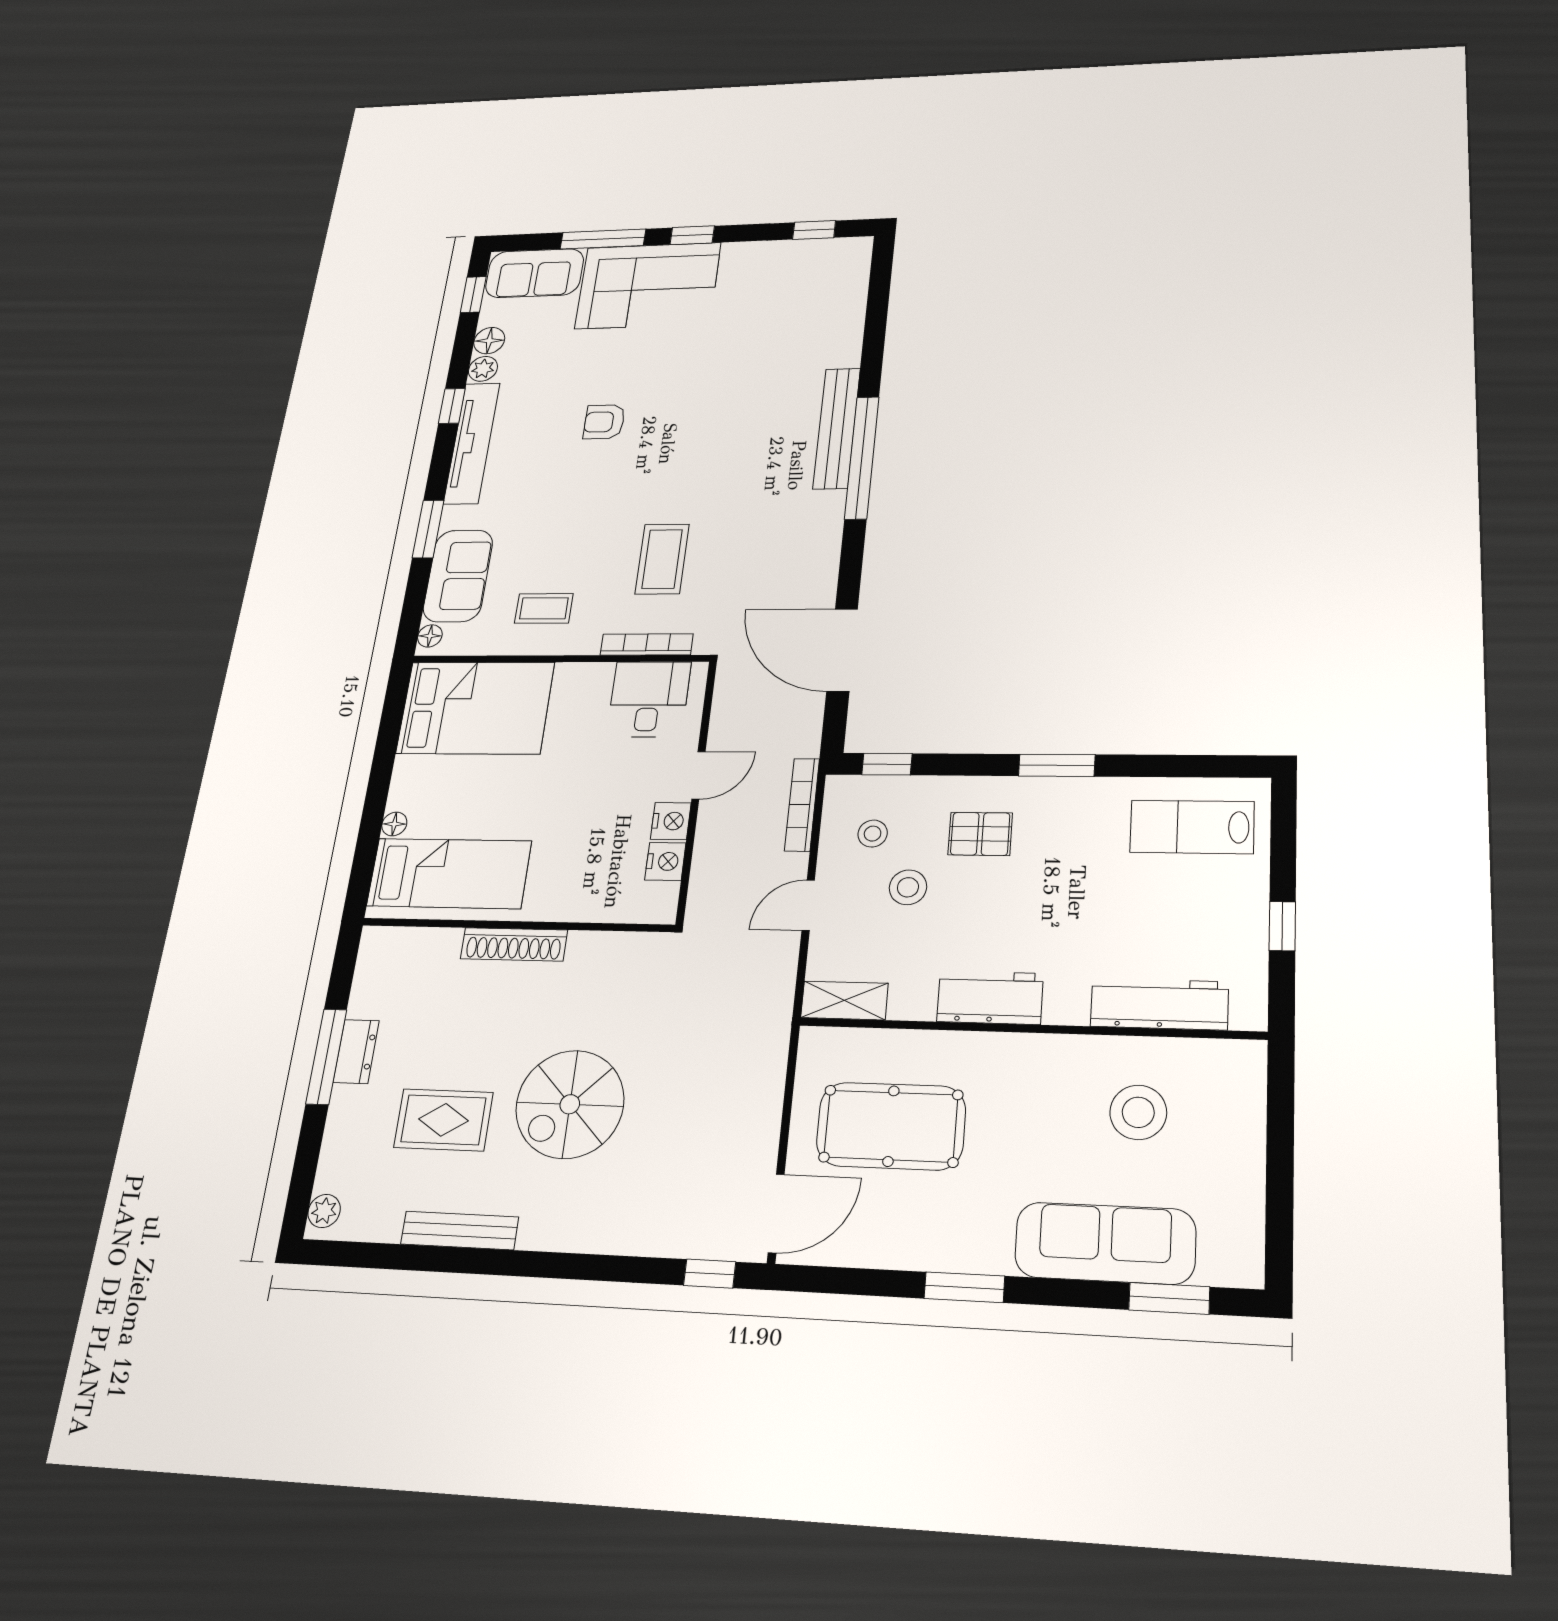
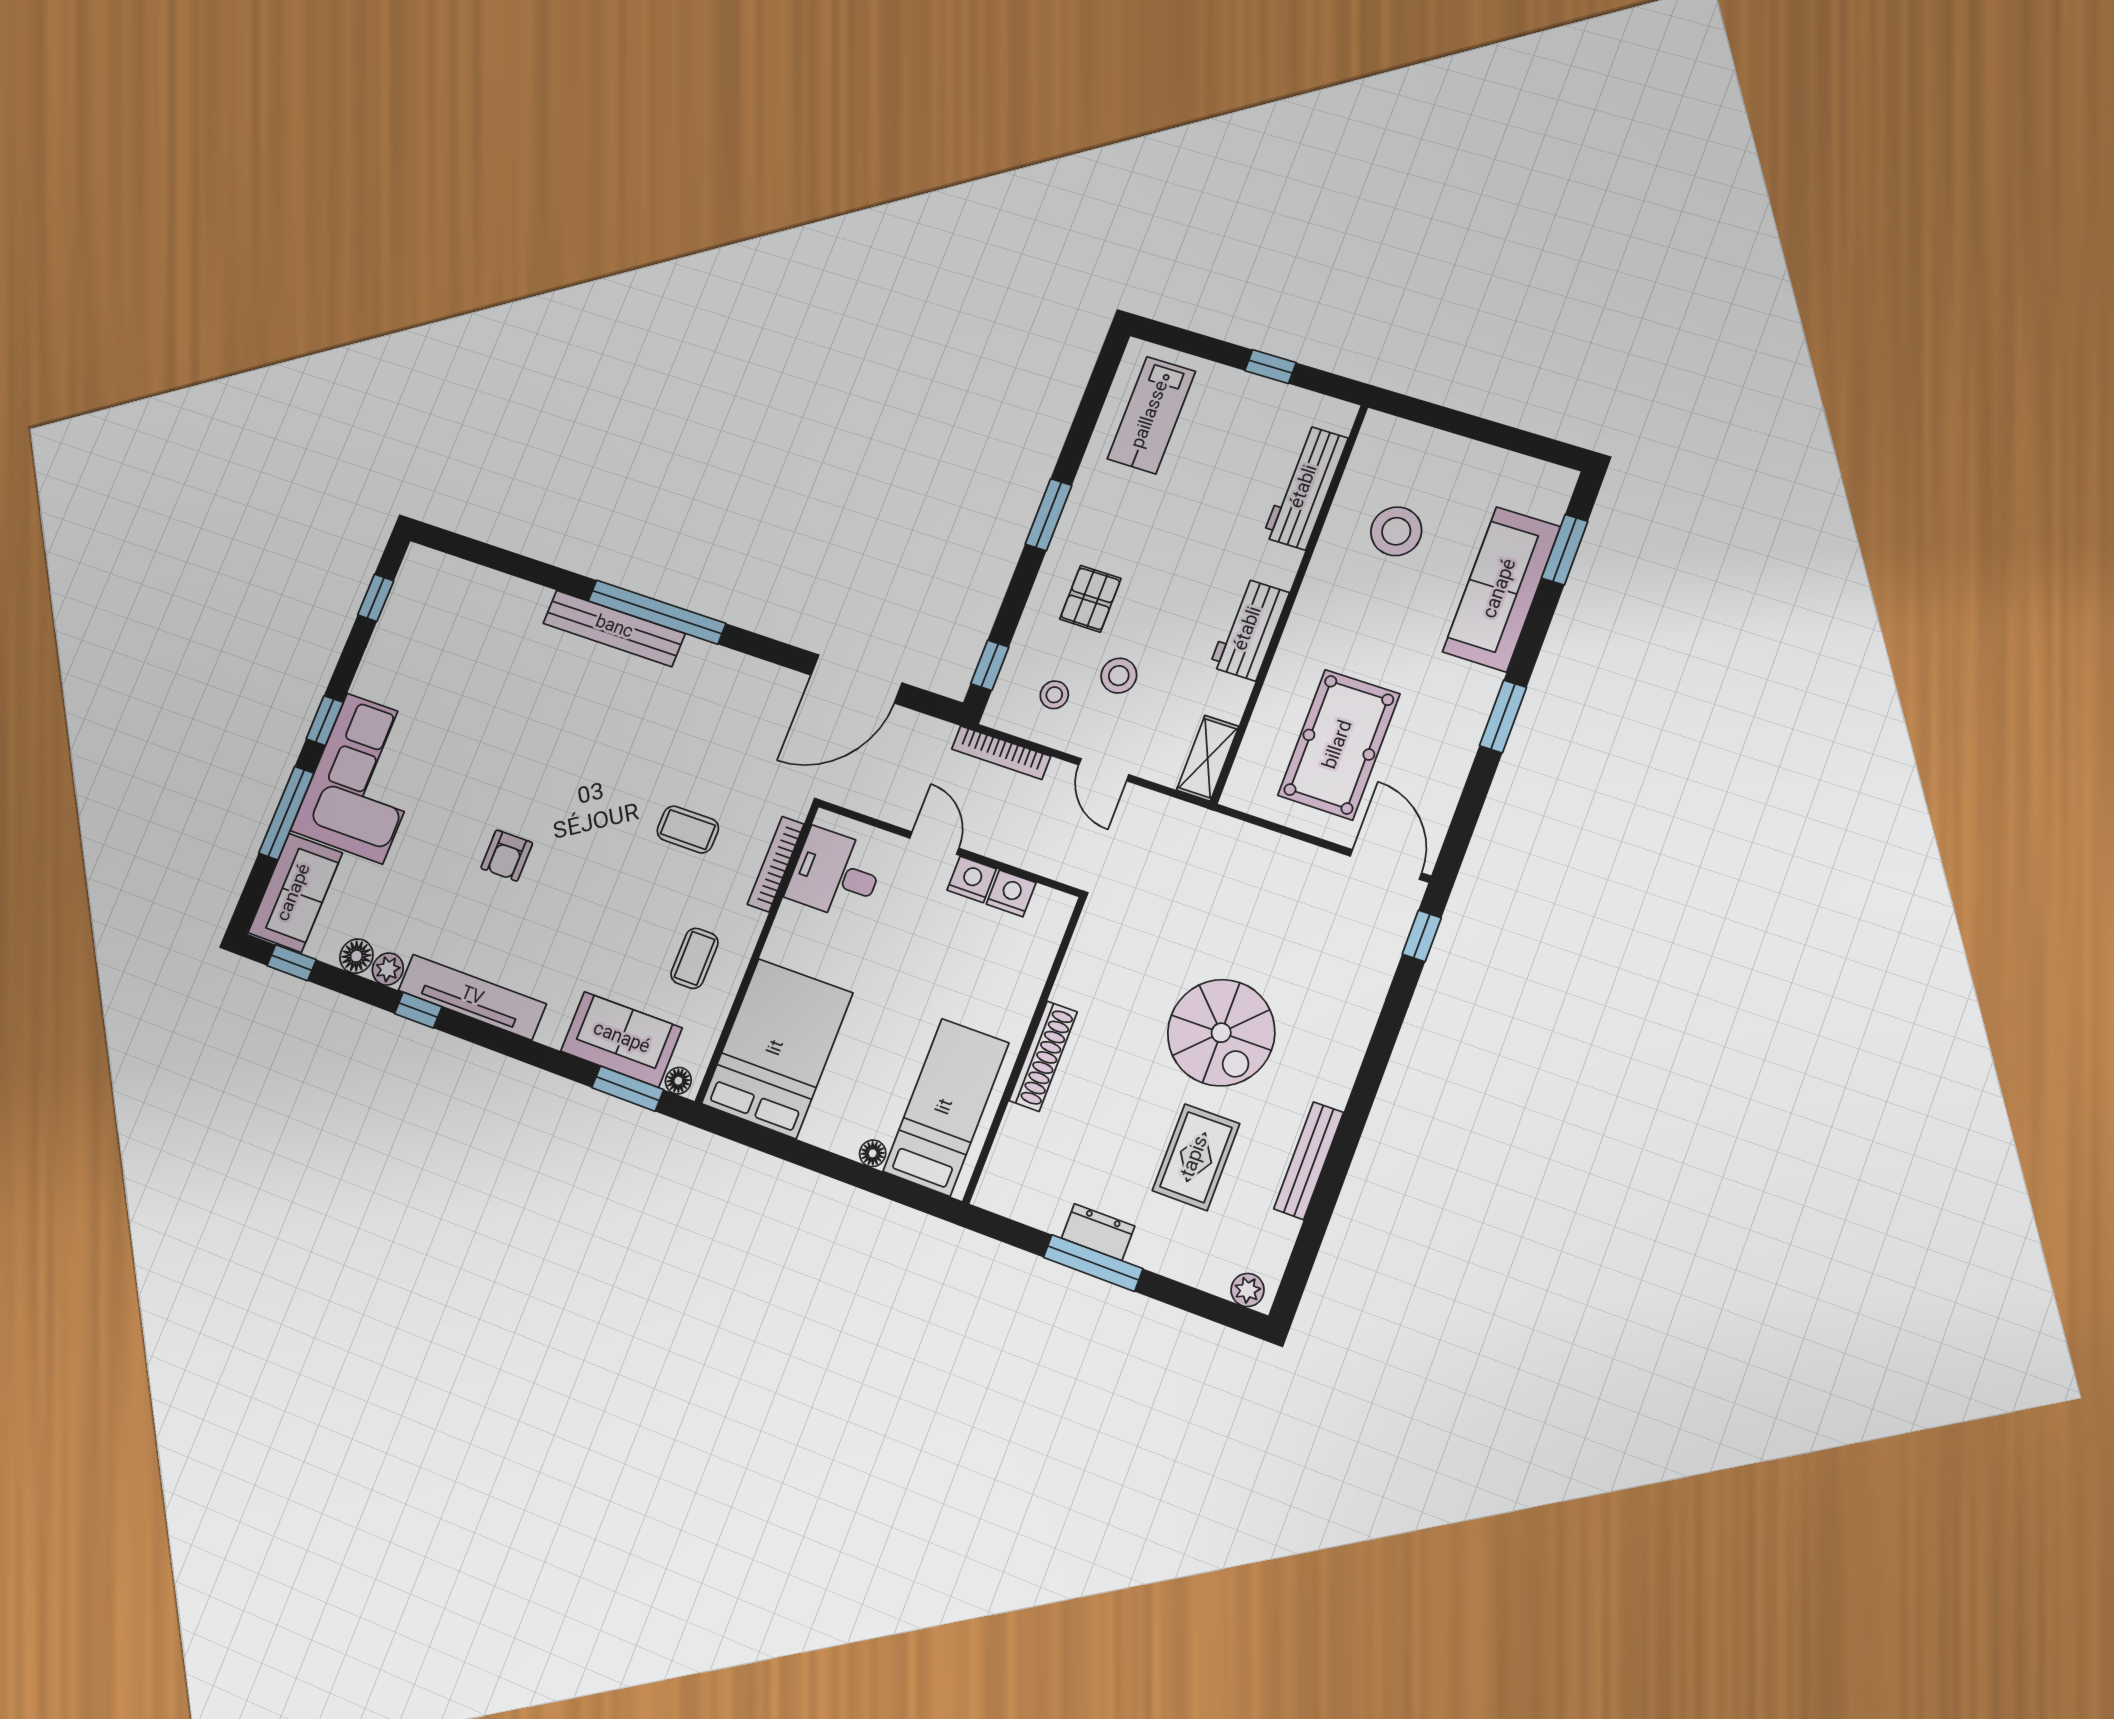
window: (428, 529) -> (628, 1089), moved
coffee table: (662, 559) -> (688, 830), width x0.73, depth x0.77

